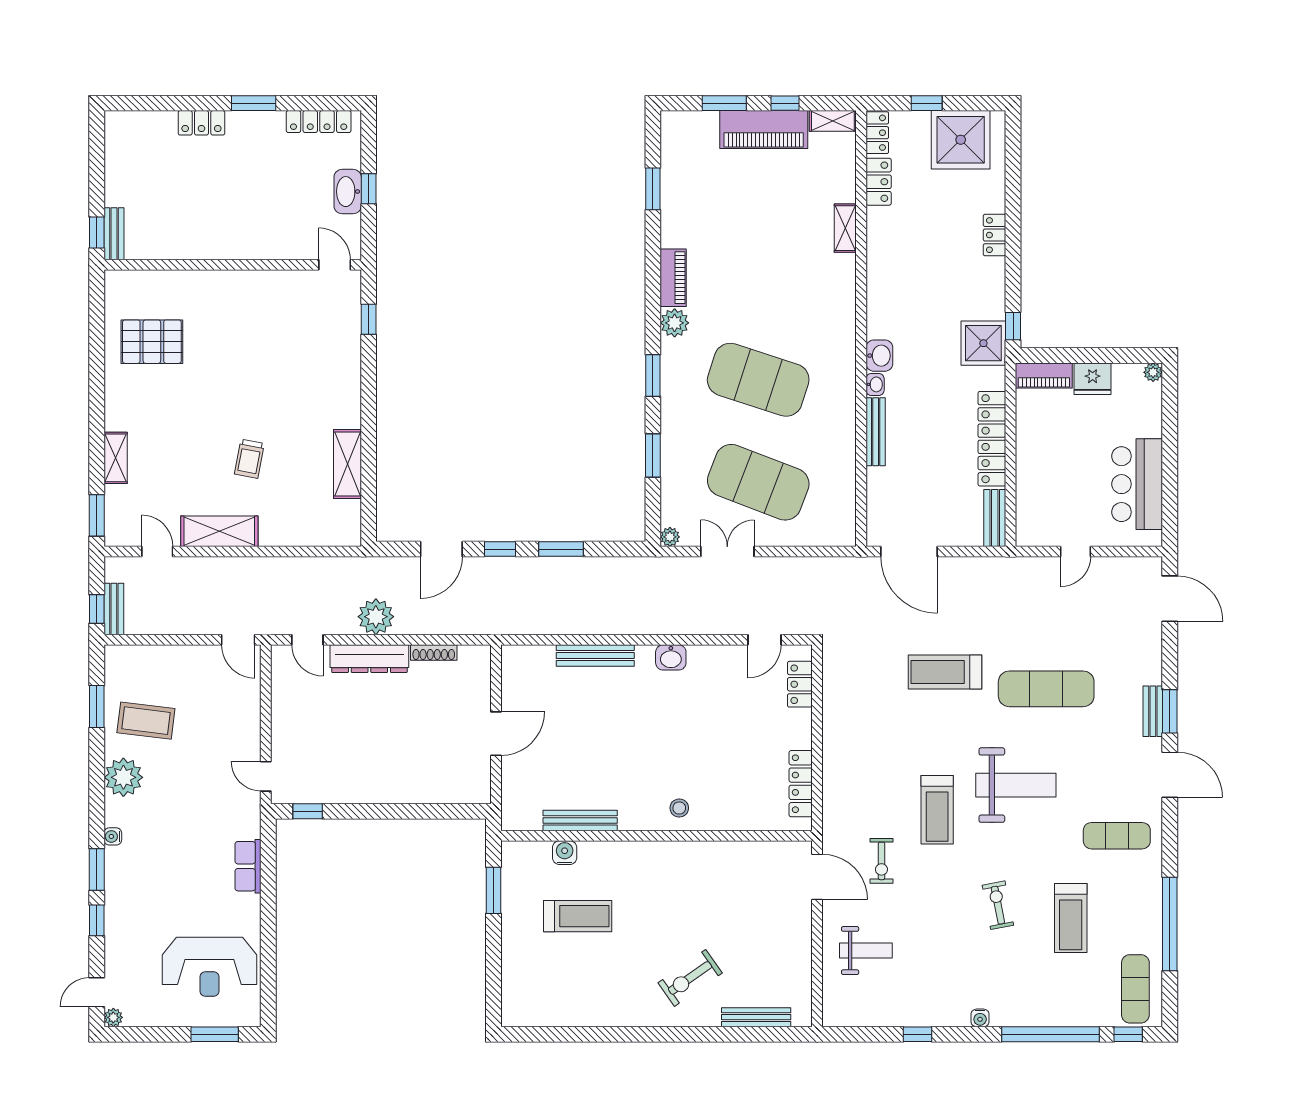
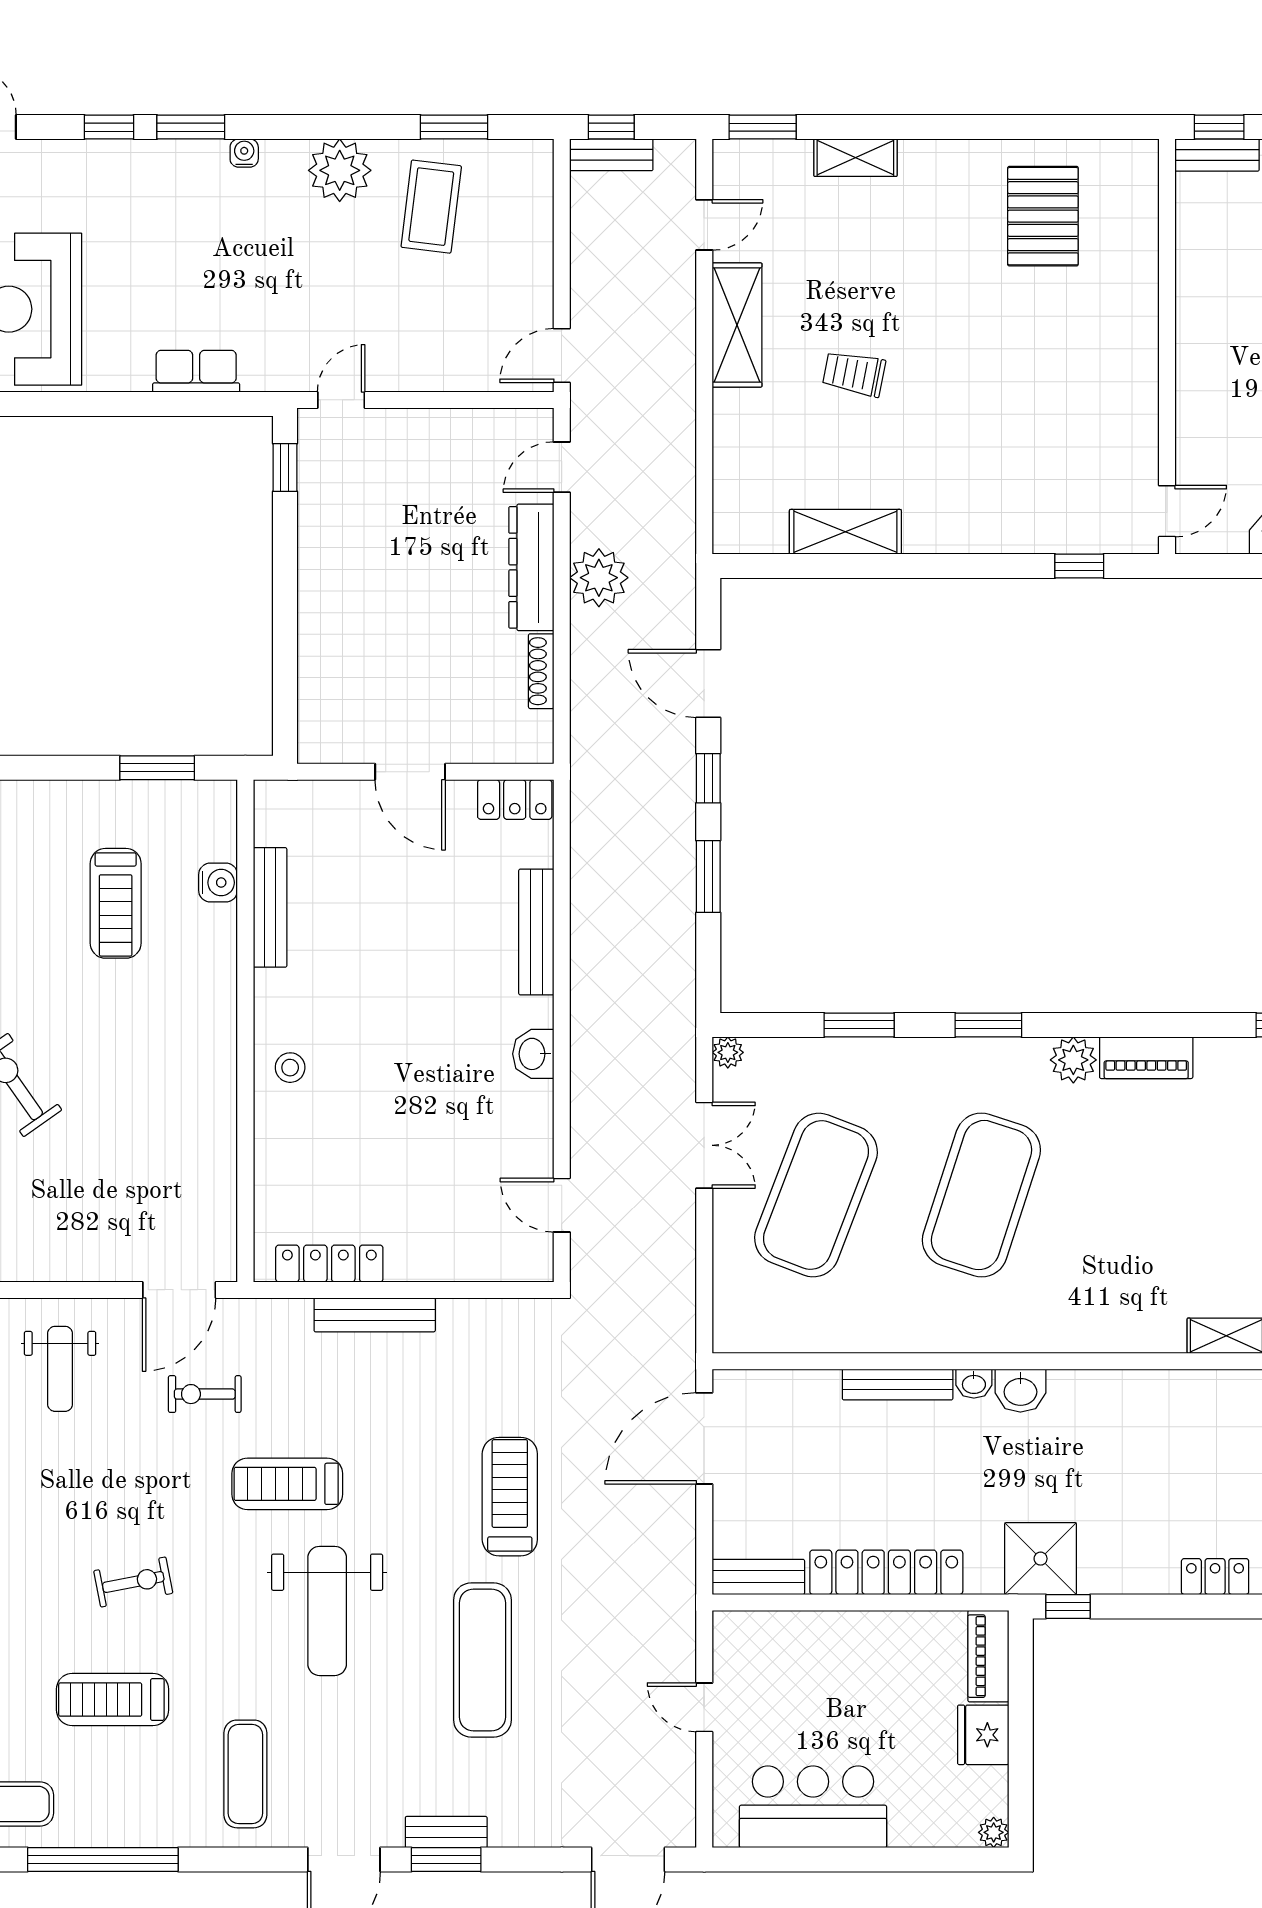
locker: (800, 684) -> (515, 800), moved, turned 180
bench: (832, 756) -> (375, 1315), added

